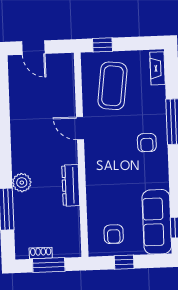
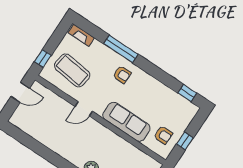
door: (33, 48) -> (20, 92), moved
dresser: (71, 185) -> (115, 140), removed
sofa: (157, 222) -> (126, 122), moved, turned 180

